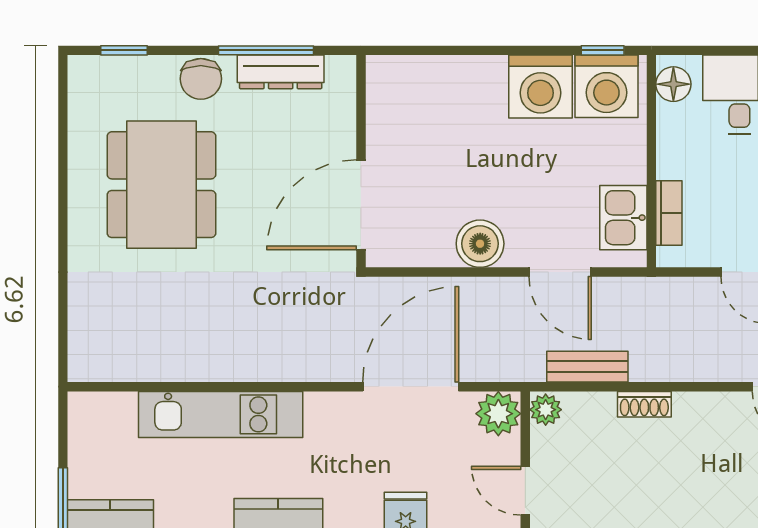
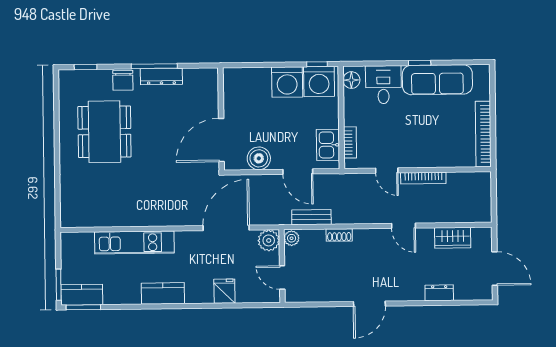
wall: (361, 161) -> (221, 119), moved
door: (361, 205) -> (221, 140), moved

